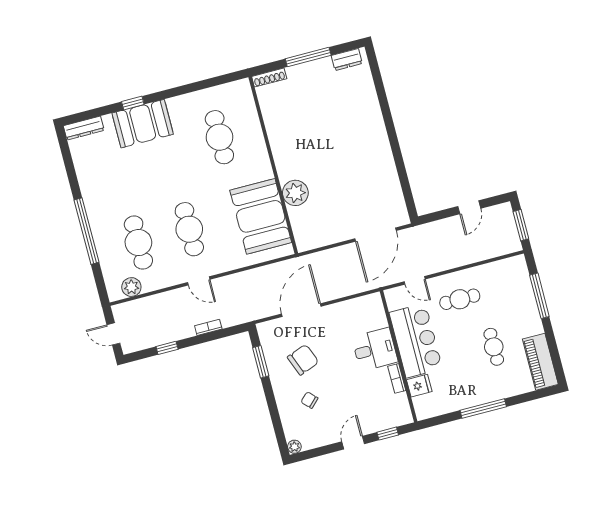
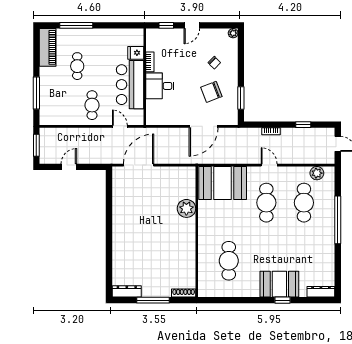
dresser: (347, 59) -> (127, 291), width x1.44
booth: (261, 216) -> (223, 183), moved, turned 90
cafe table: (460, 299) -> (92, 105), turned 90
window: (483, 409) -> (76, 25), moved

